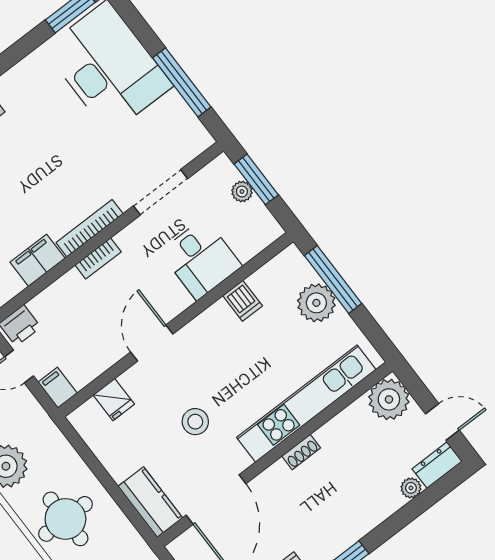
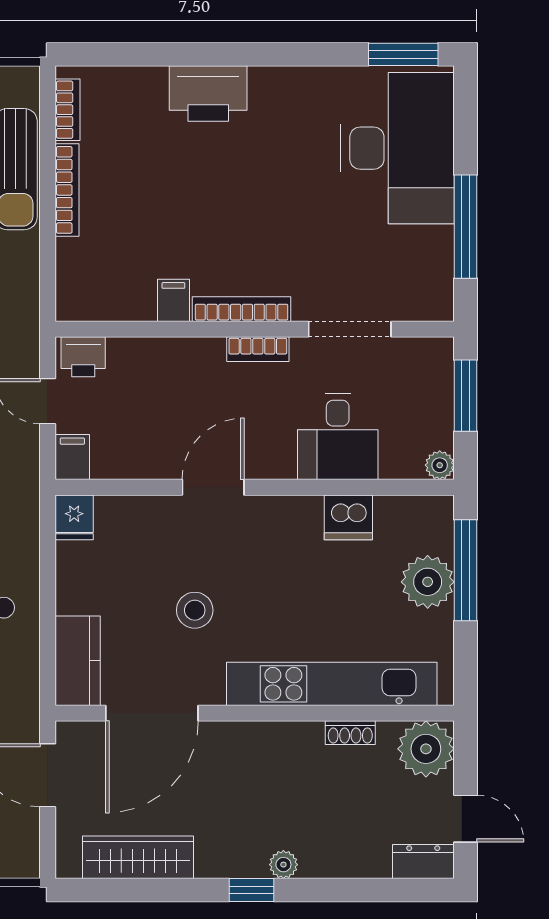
plant: (242, 191) -> (440, 465), moved
bookcase: (98, 258) -> (258, 349), moved
filing cabinet: (38, 260) -> (173, 300), width x0.50
dishwasher: (243, 301) -> (348, 517), width x1.38
fridge: (114, 400) -> (74, 517), moved
shoe rack: (301, 452) -> (350, 733), moved
plant: (411, 488) -> (283, 865), moved

